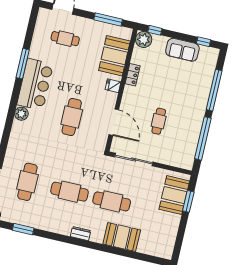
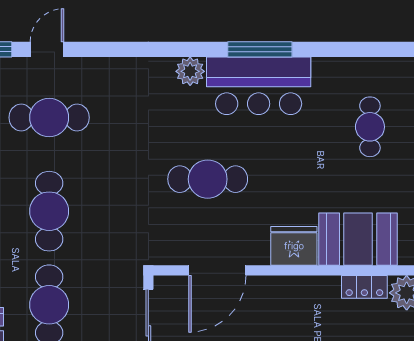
window: (23, 64) -> (260, 49), moved
locker: (133, 75) -> (364, 287), moved
fridge: (113, 86) -> (294, 246), width x1.88, depth x1.34

